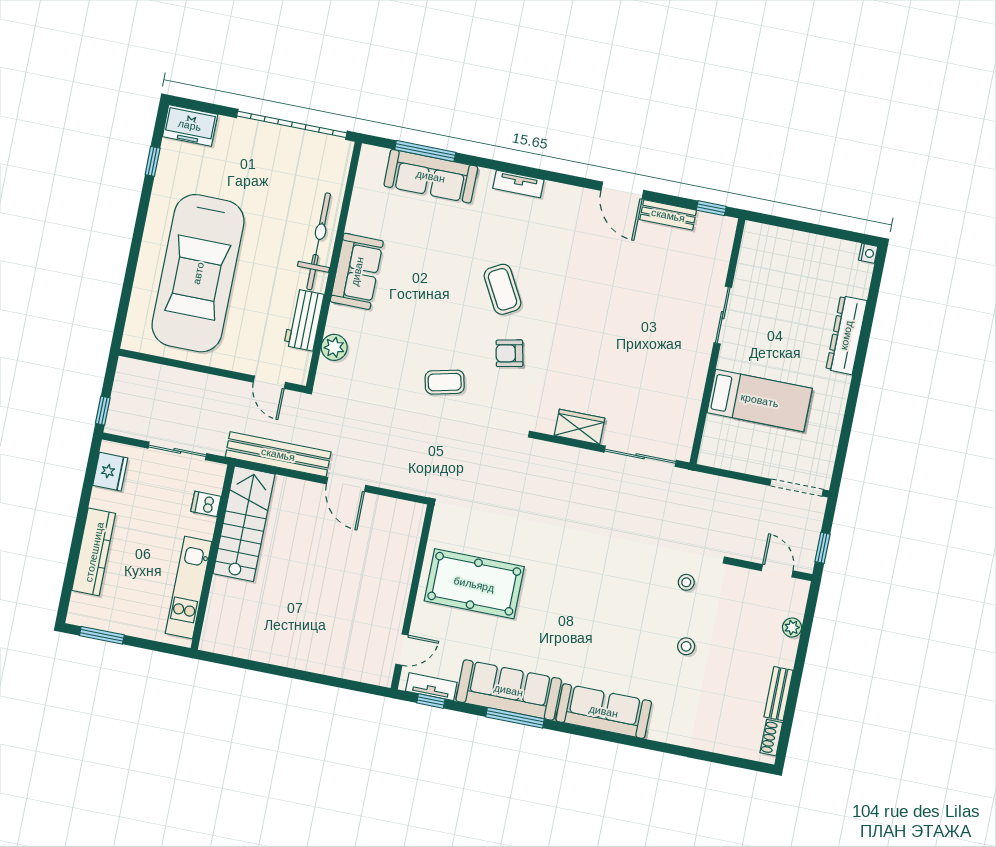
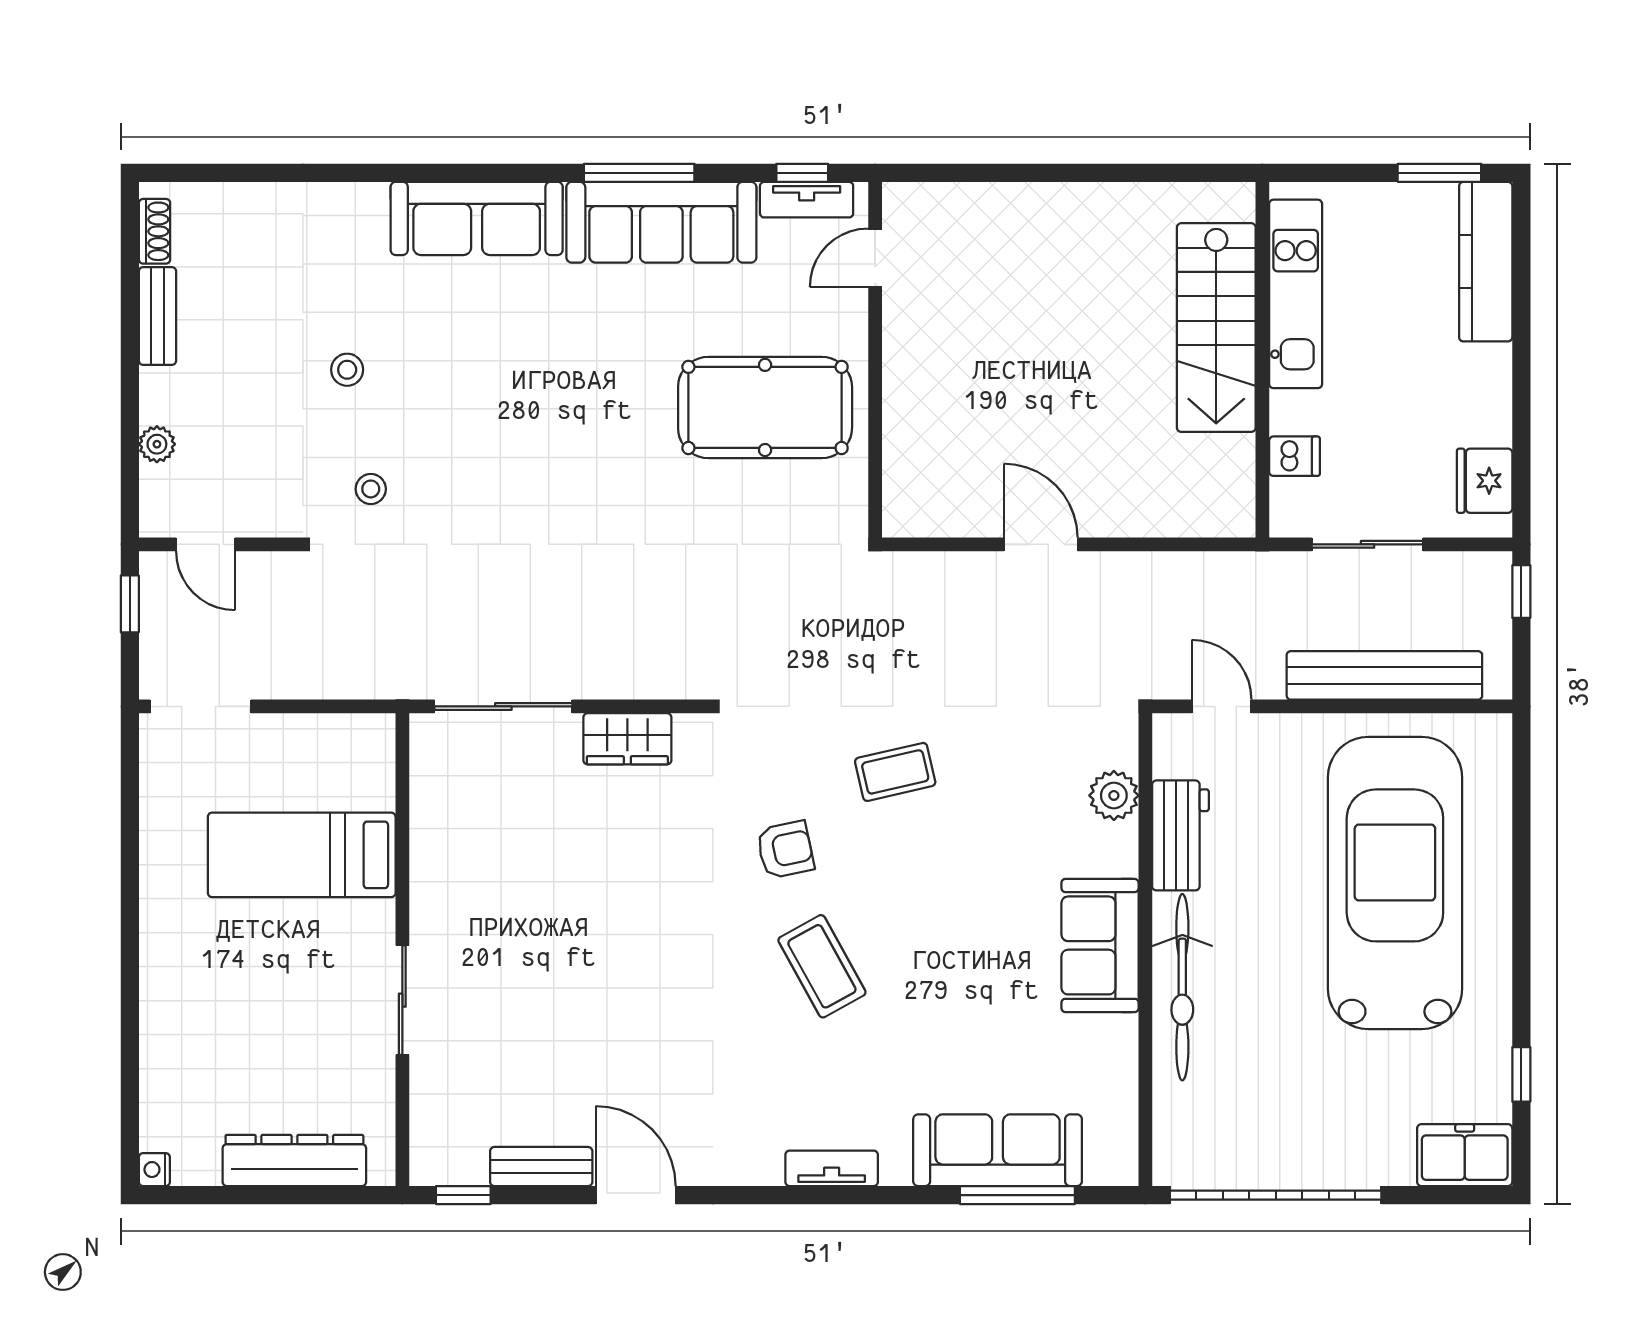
dresser: (846, 335) -> (294, 1160), moved, turned -90
bench: (278, 454) -> (1384, 675), moved
stairs: (244, 524) -> (1216, 328), moved
kitchen counter: (94, 552) -> (1486, 262), moved

